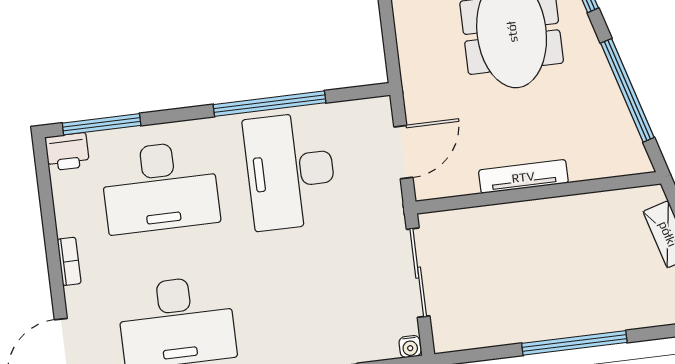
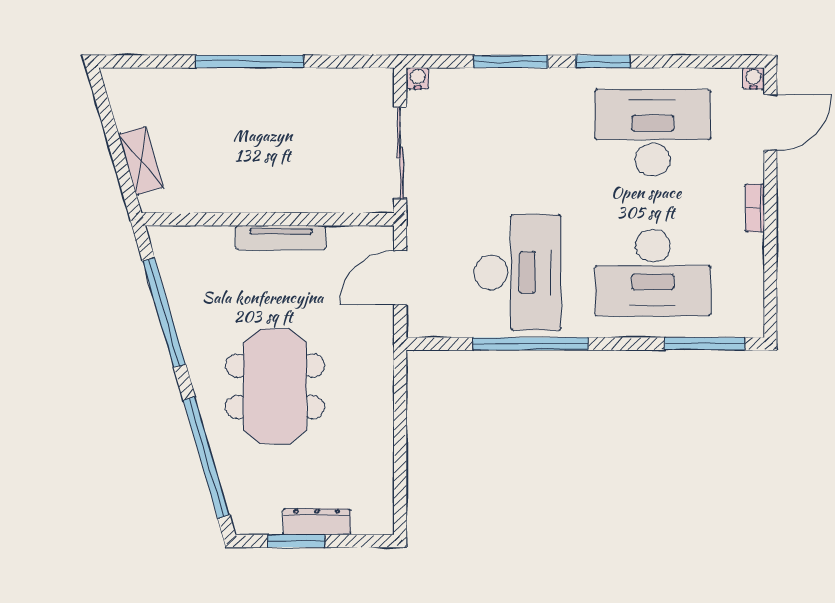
printer: (67, 152) -> (743, 320), removed
desk: (160, 187) -> (653, 272), turned 180

